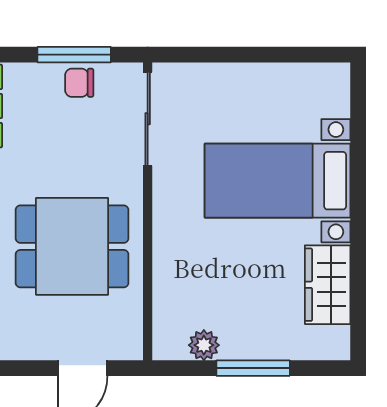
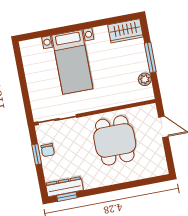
window: (74, 55) -> (37, 154), width x0.67
wardrobe: (328, 285) -> (125, 31), moved

